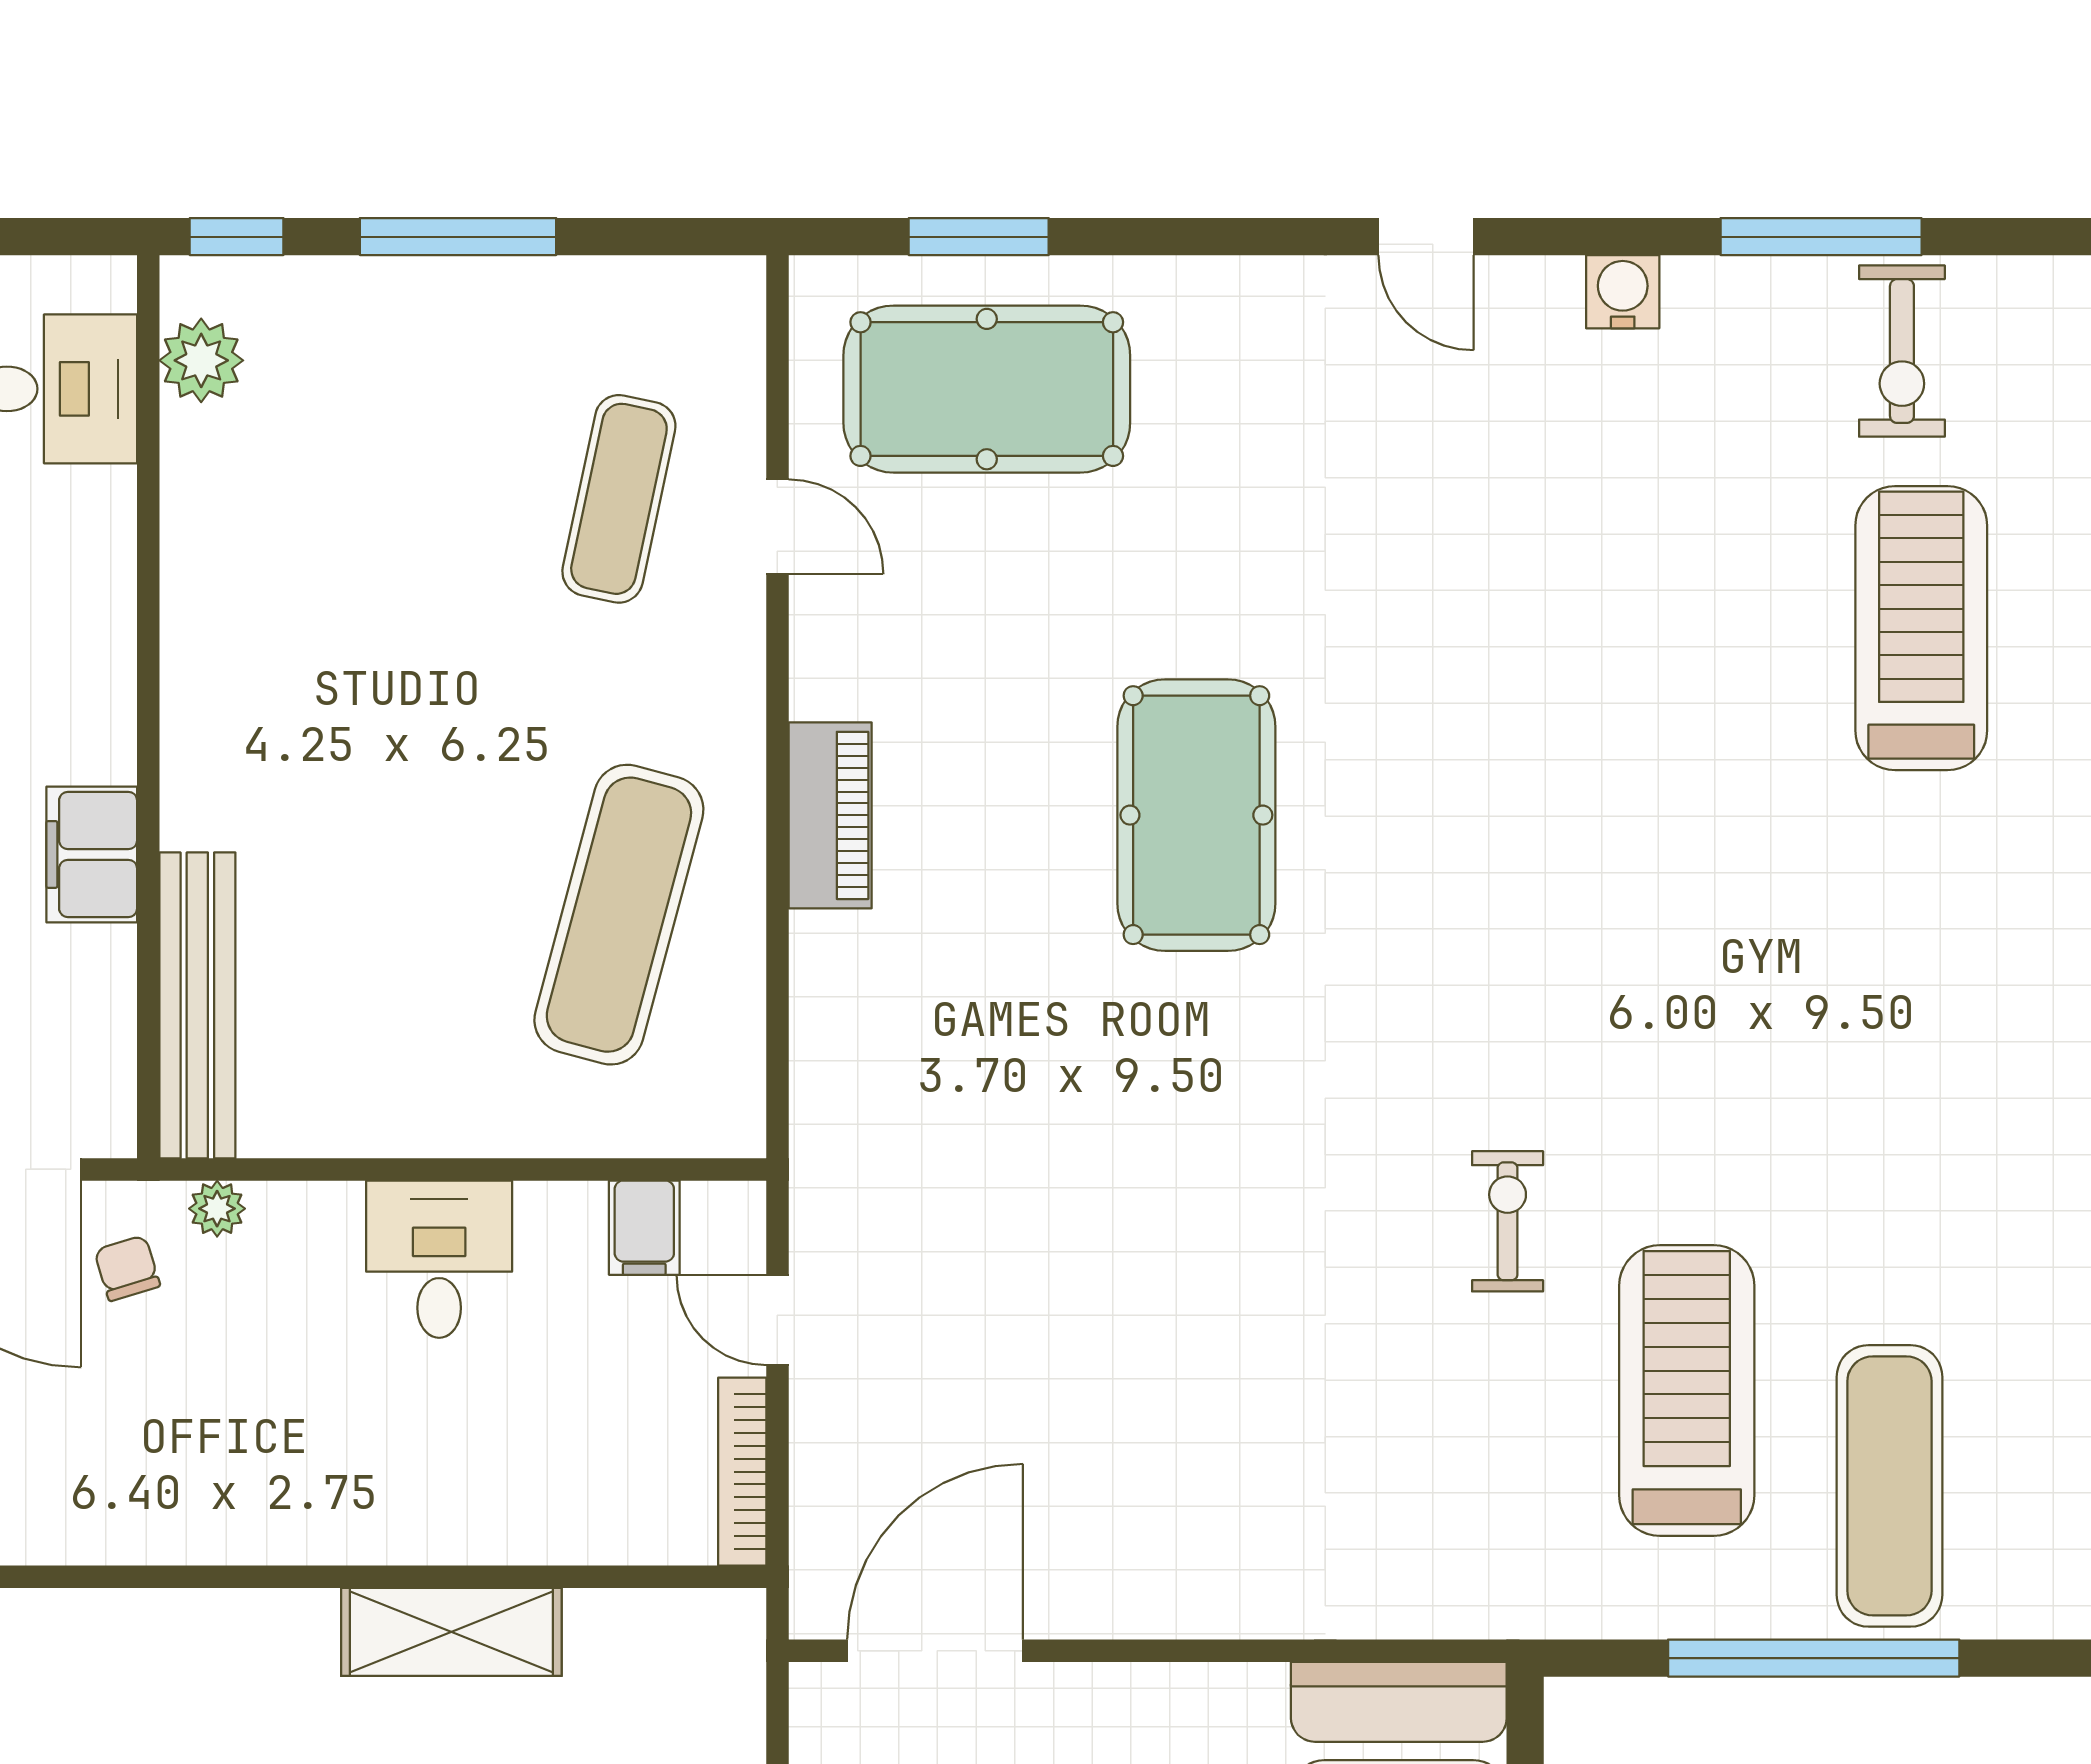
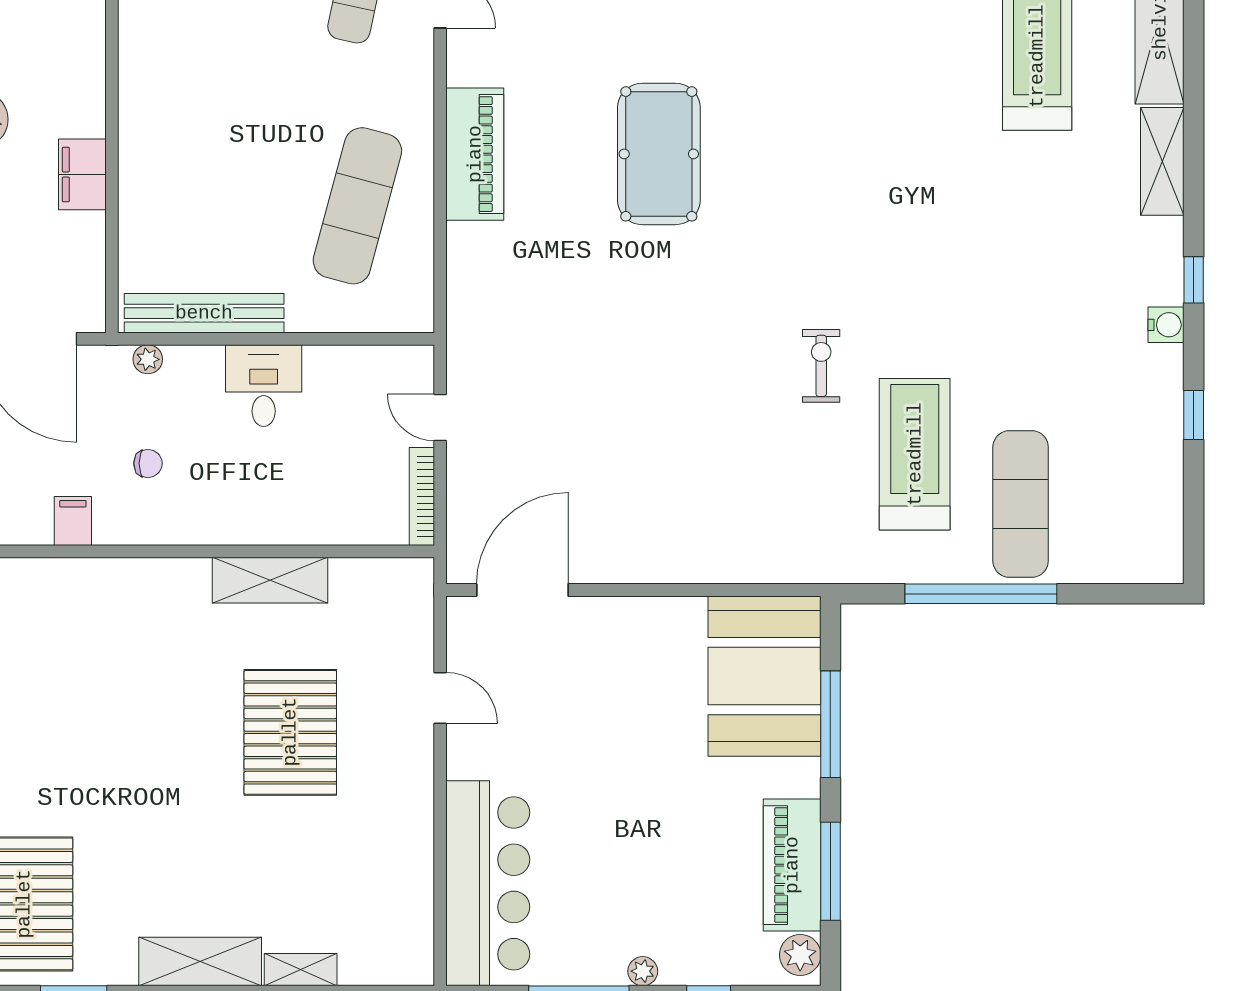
piano: (830, 815) -> (475, 154), width x1.37, depth x1.33
bench: (197, 1005) -> (204, 313), moved, turned 90
filing cabinet: (644, 1228) -> (73, 521), moved, turned 180
chair: (127, 1268) -> (148, 463), moved, turned 107

